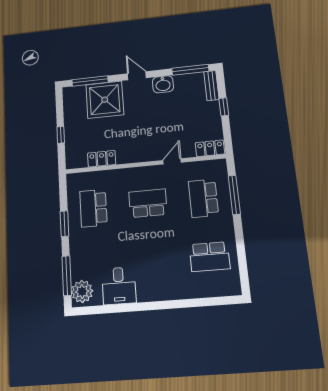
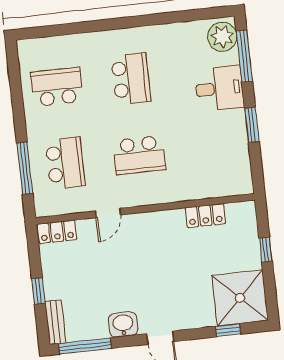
window: (90, 81) -> (228, 330), width x0.46
shower: (105, 100) -> (240, 298), moved
school desk: (93, 208) -> (131, 79), moved
desk: (119, 286) -> (219, 88), moved, turned 90

